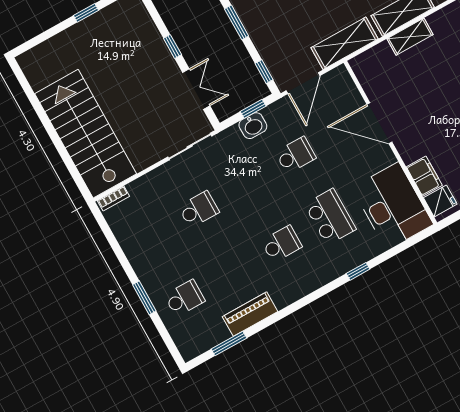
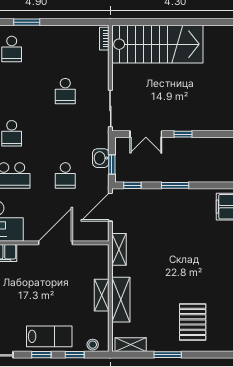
shelving: (344, 43) -> (119, 249), width x0.67, depth x0.75
door: (303, 83) -> (110, 207), hinge flipped

